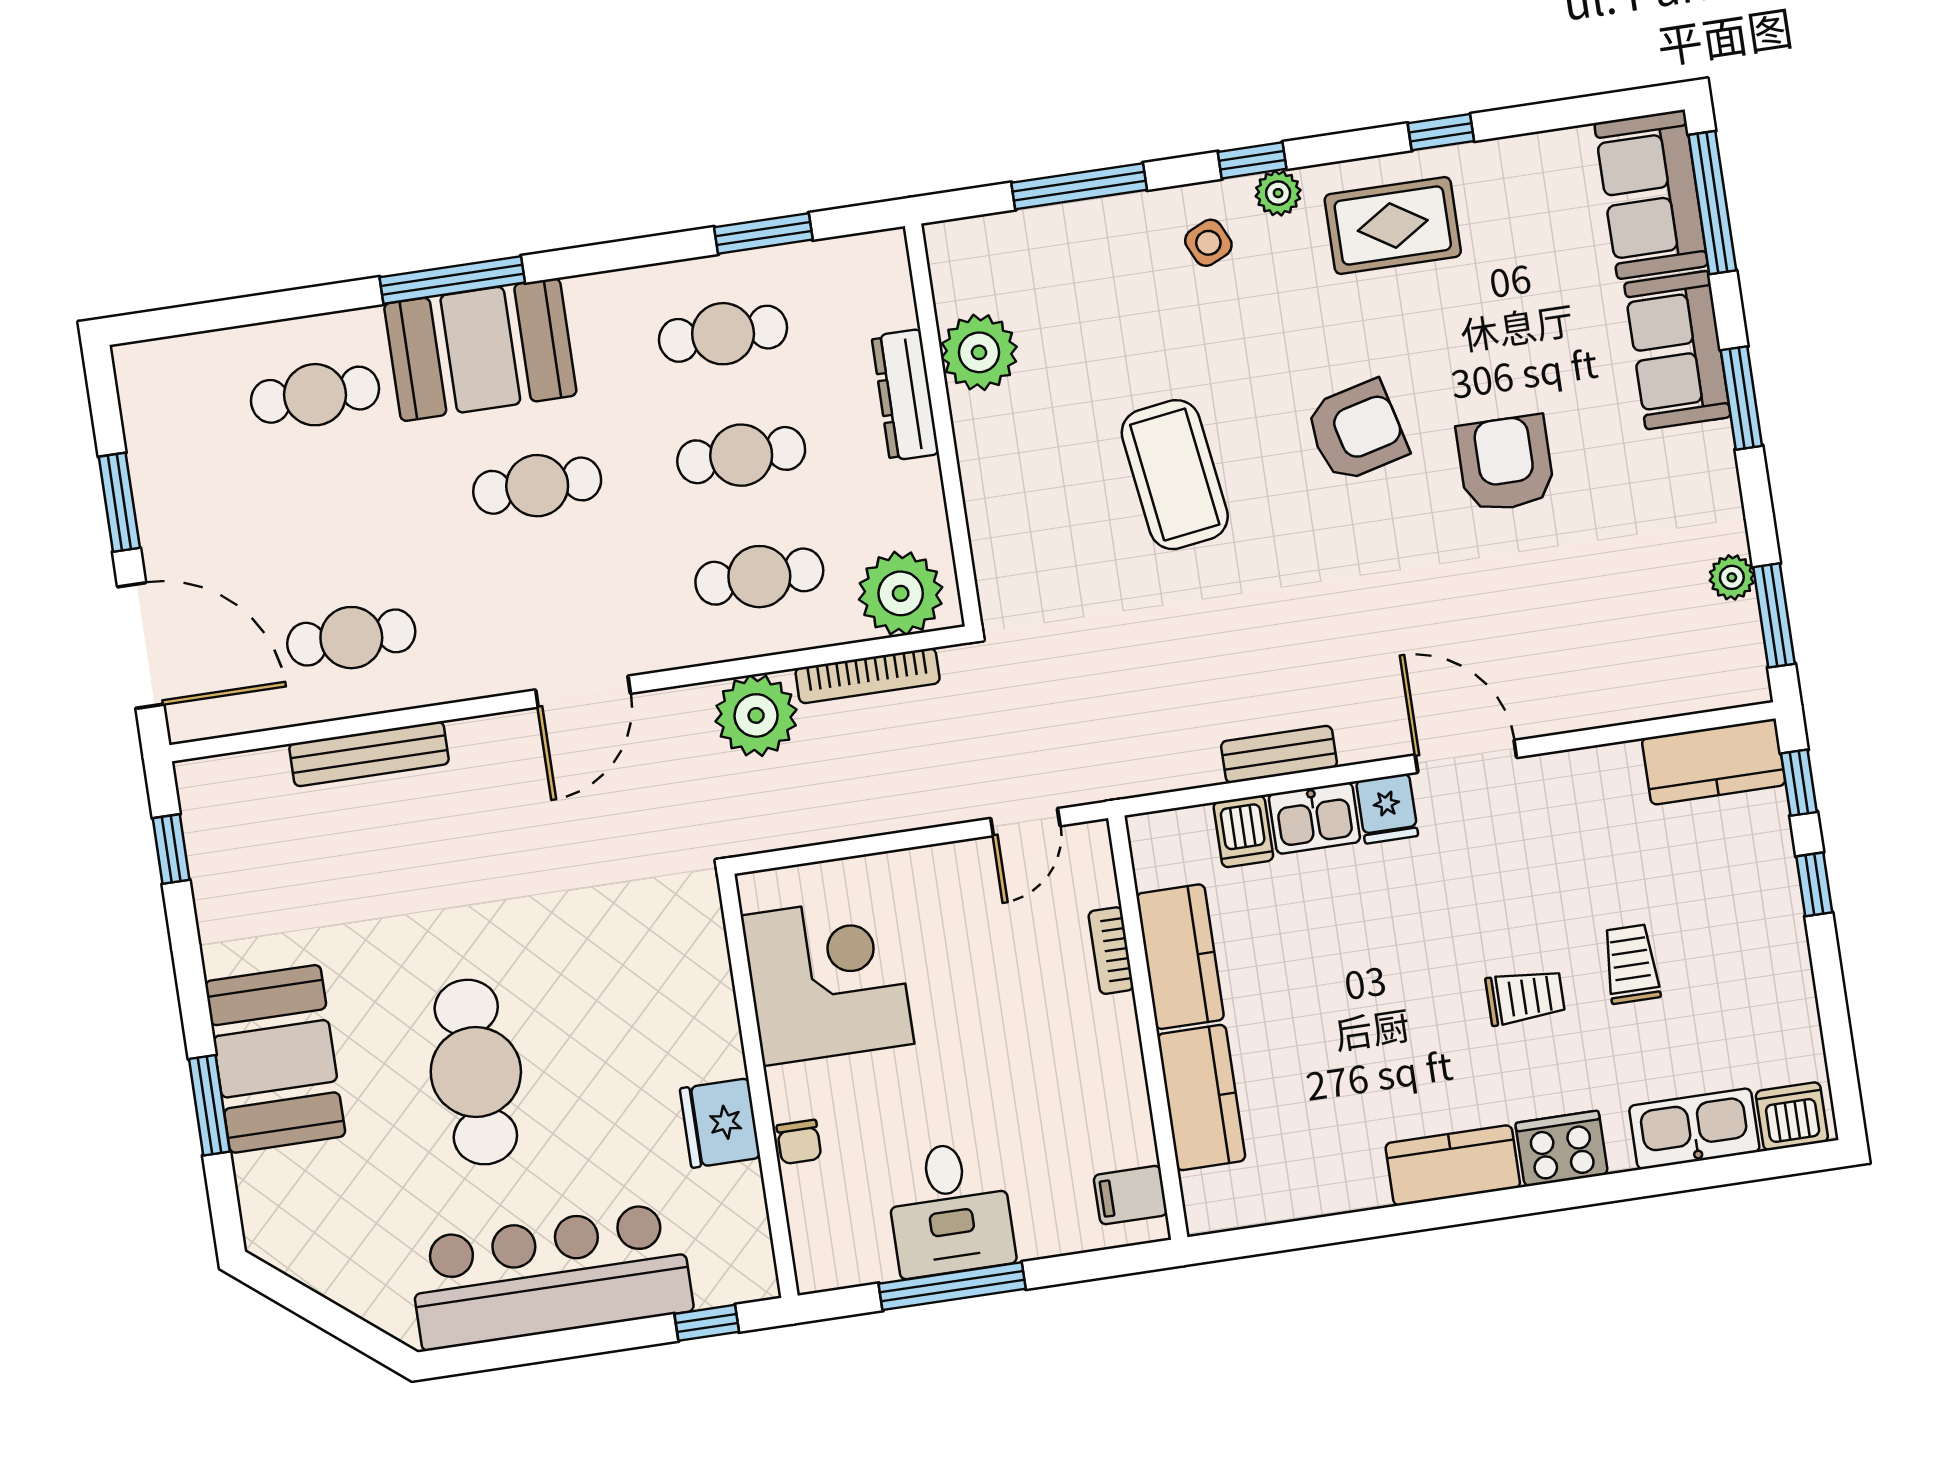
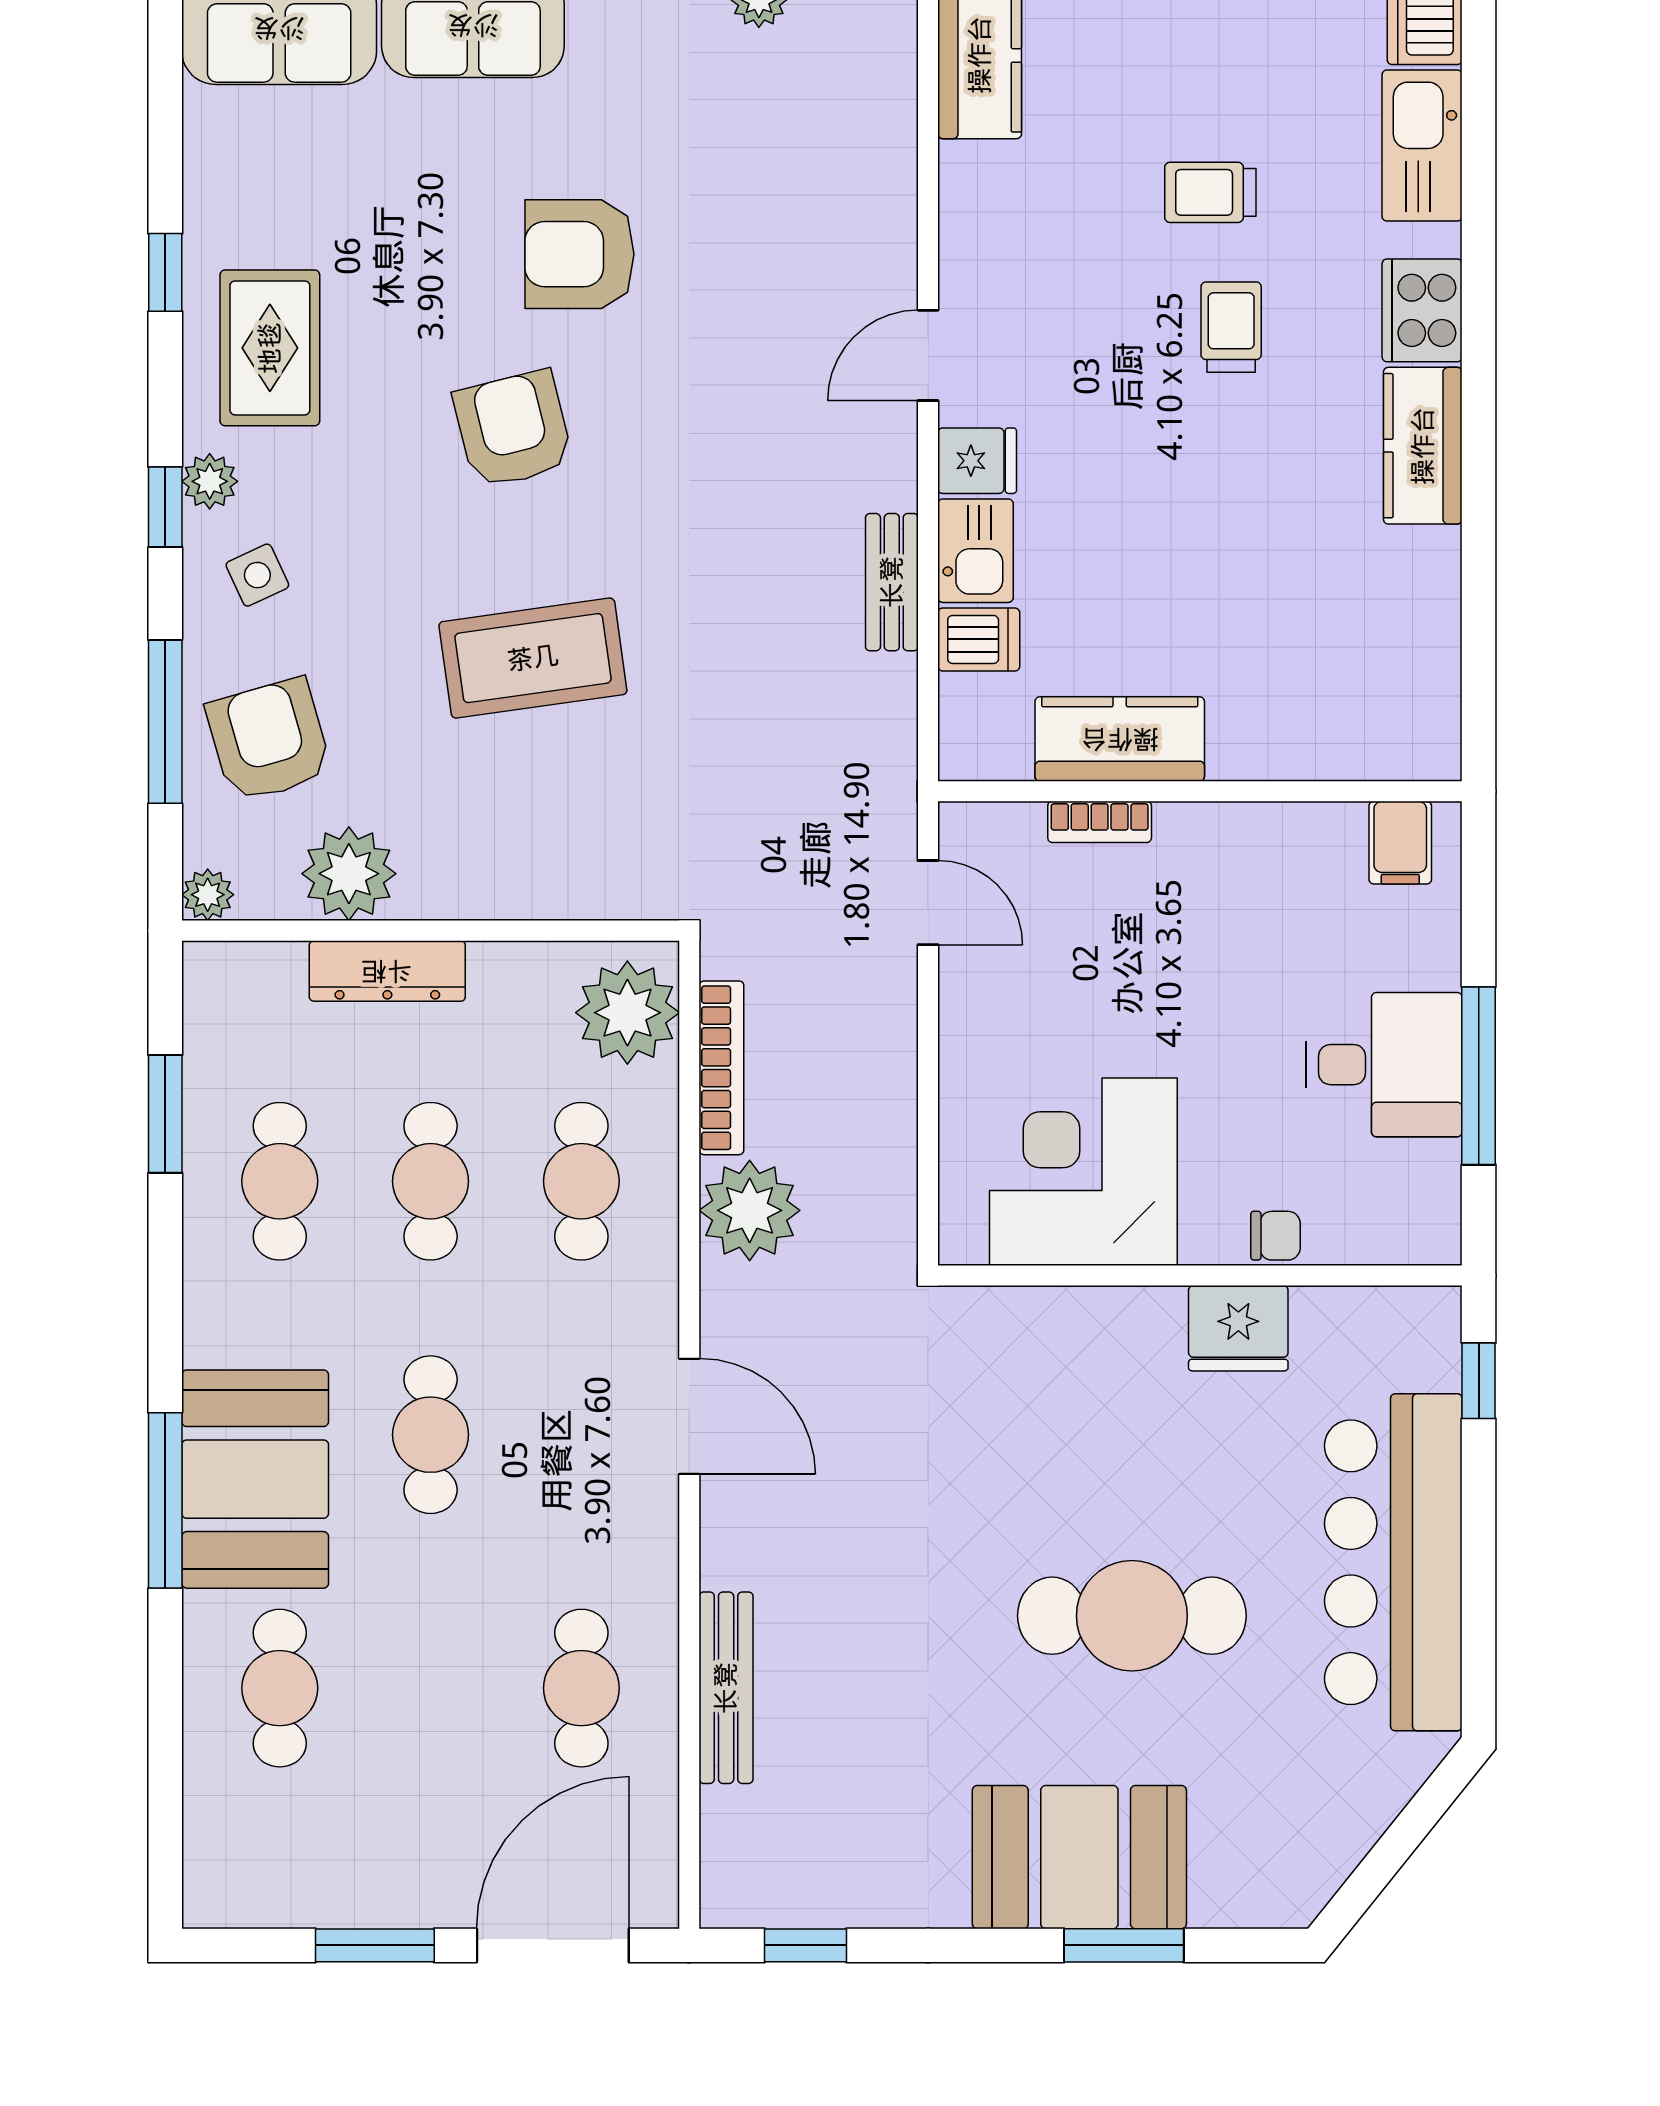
plant: (945, 241) -> (208, 895), added
armchair: (1077, 272) -> (269, 740), added
door: (1466, 756) -> (928, 355), width x0.73
kitchen counter: (1201, 1097) -> (1295, 739), removed

